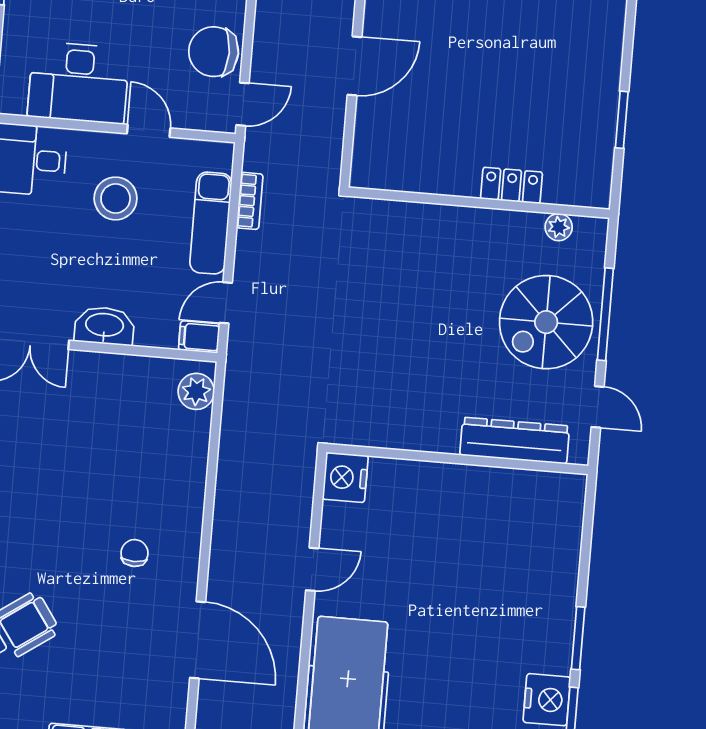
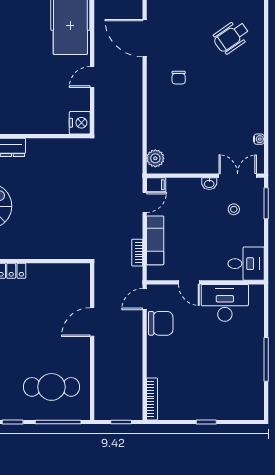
stool: (116, 198) -> (234, 209), moved, width x0.53, depth x0.53
washbasin: (104, 326) -> (209, 184), width x0.52, depth x0.69

